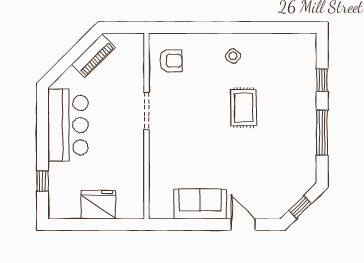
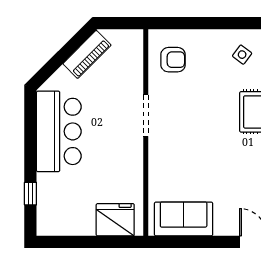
sofa: (200, 204) -> (184, 219), moved
fridge: (98, 205) -> (115, 220), moved

